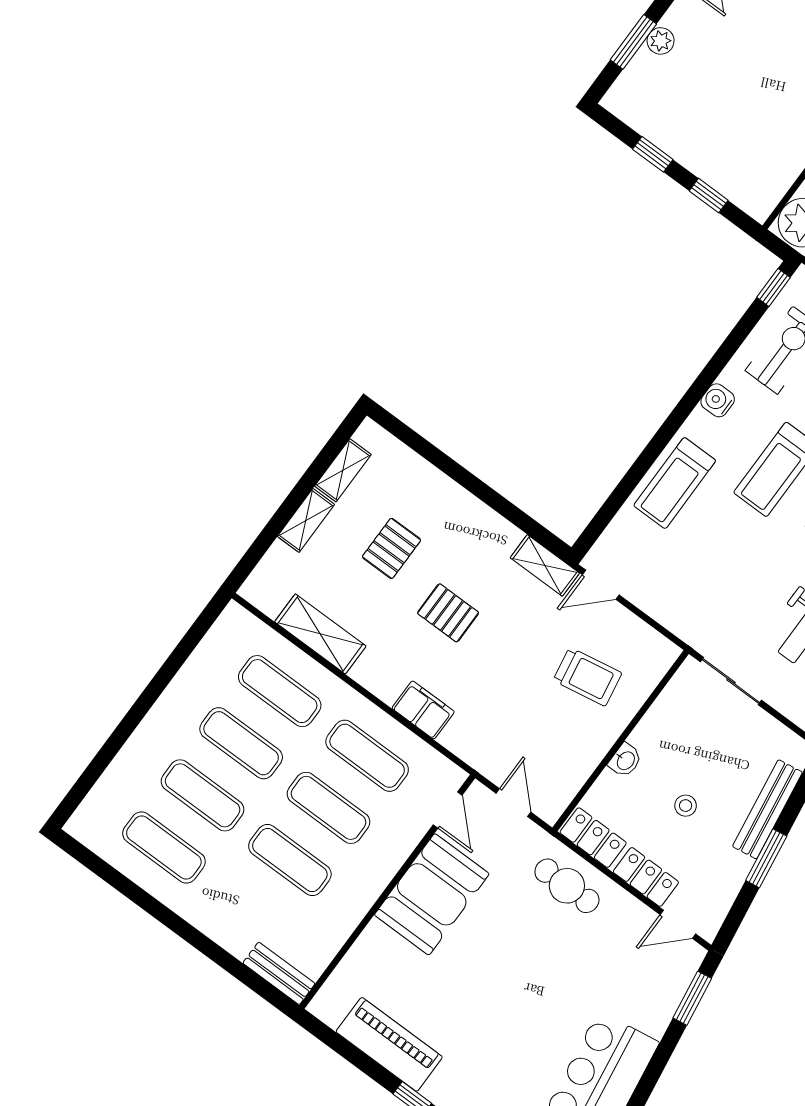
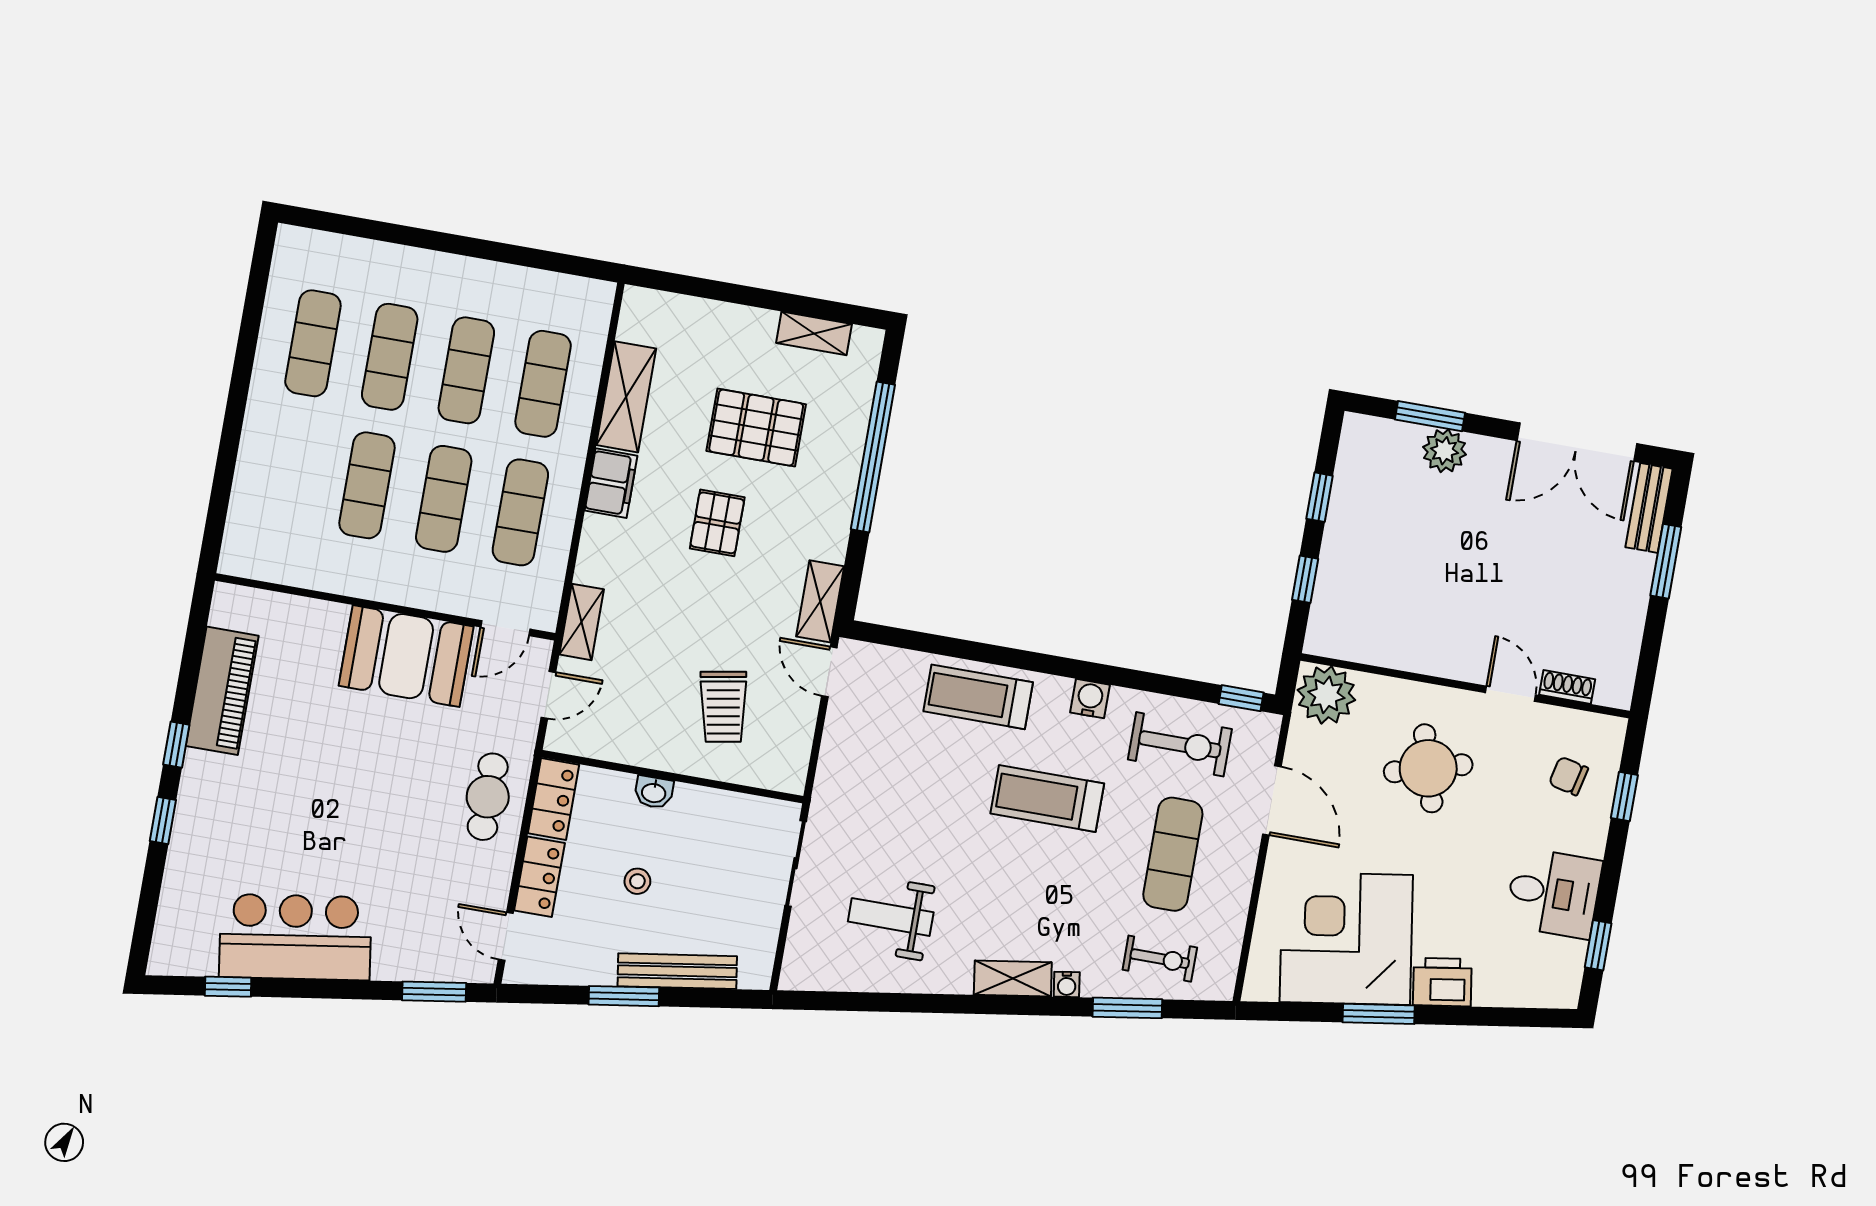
plant: (661, 41) -> (1444, 451), width x1.38, depth x1.38
window: (457, 472) -> (873, 457), added
shelving: (306, 520) -> (582, 622), moved, turned 90
pallet: (392, 548) -> (756, 428), width x1.50, depth x1.42
filing cabinet: (423, 710) -> (611, 483), moved
bench: (279, 973) -> (239, 534), removed

